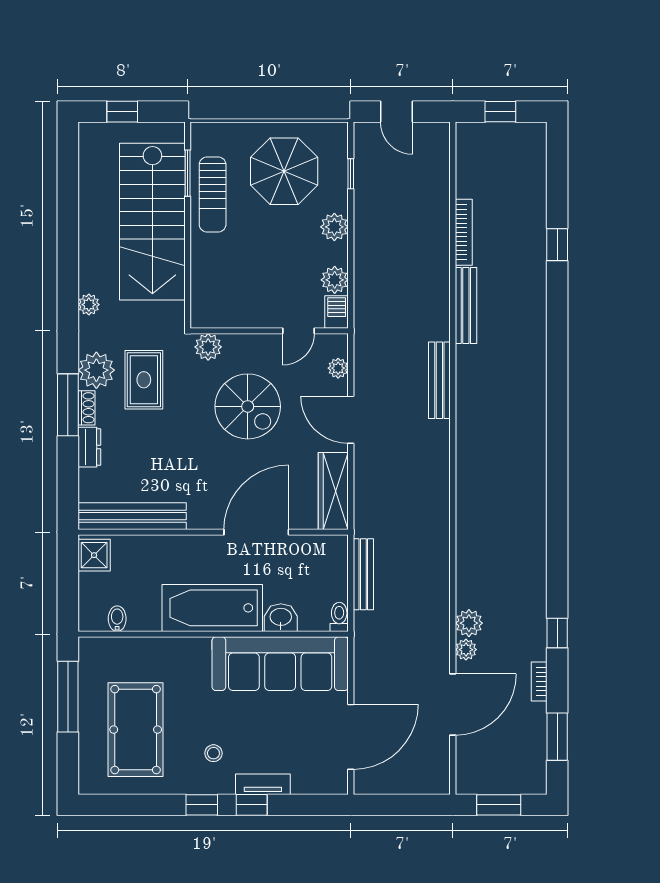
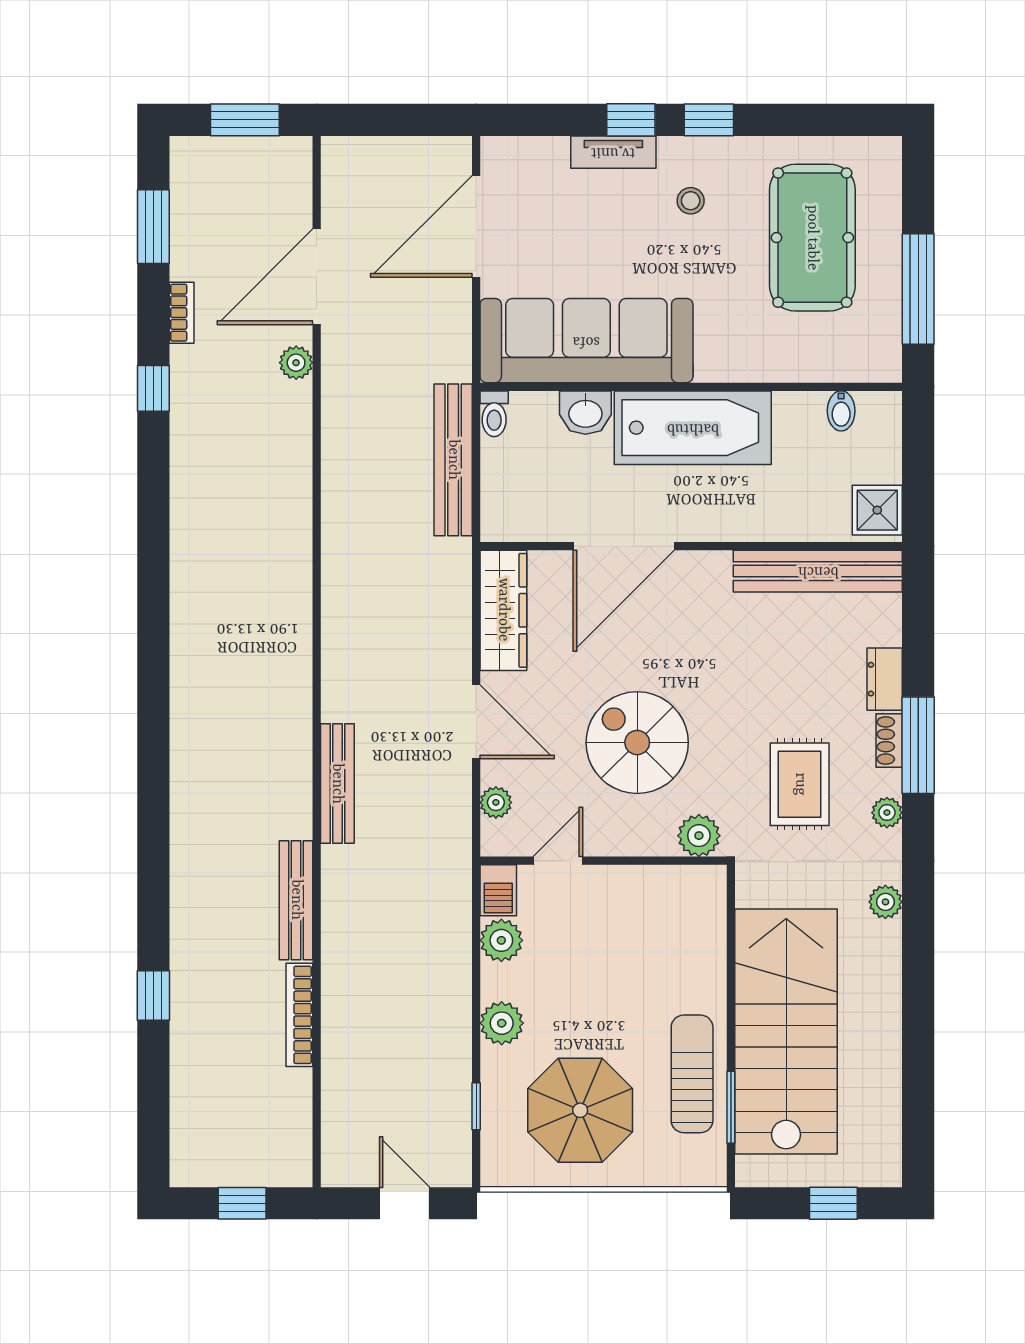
plant: (96, 370) -> (887, 813), width x0.53, depth x0.53
bench: (363, 574) -> (453, 460), width x1.37, depth x1.21
plant: (469, 623) -> (291, 404), removed

